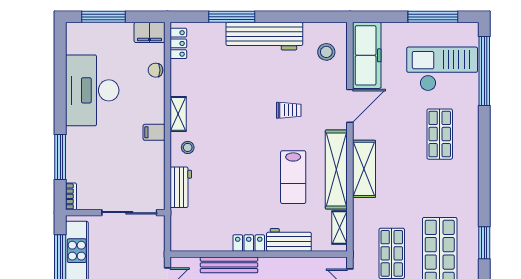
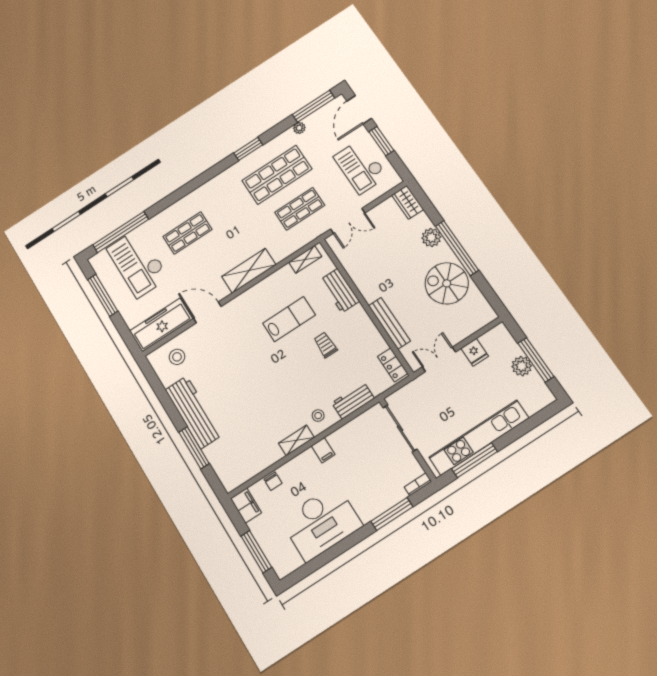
locker: (178, 43) -> (241, 477), removed
trolley: (289, 110) -> (325, 345), moved
shelving: (336, 170) -> (262, 291), removed
locker: (249, 243) -> (393, 365), moved

